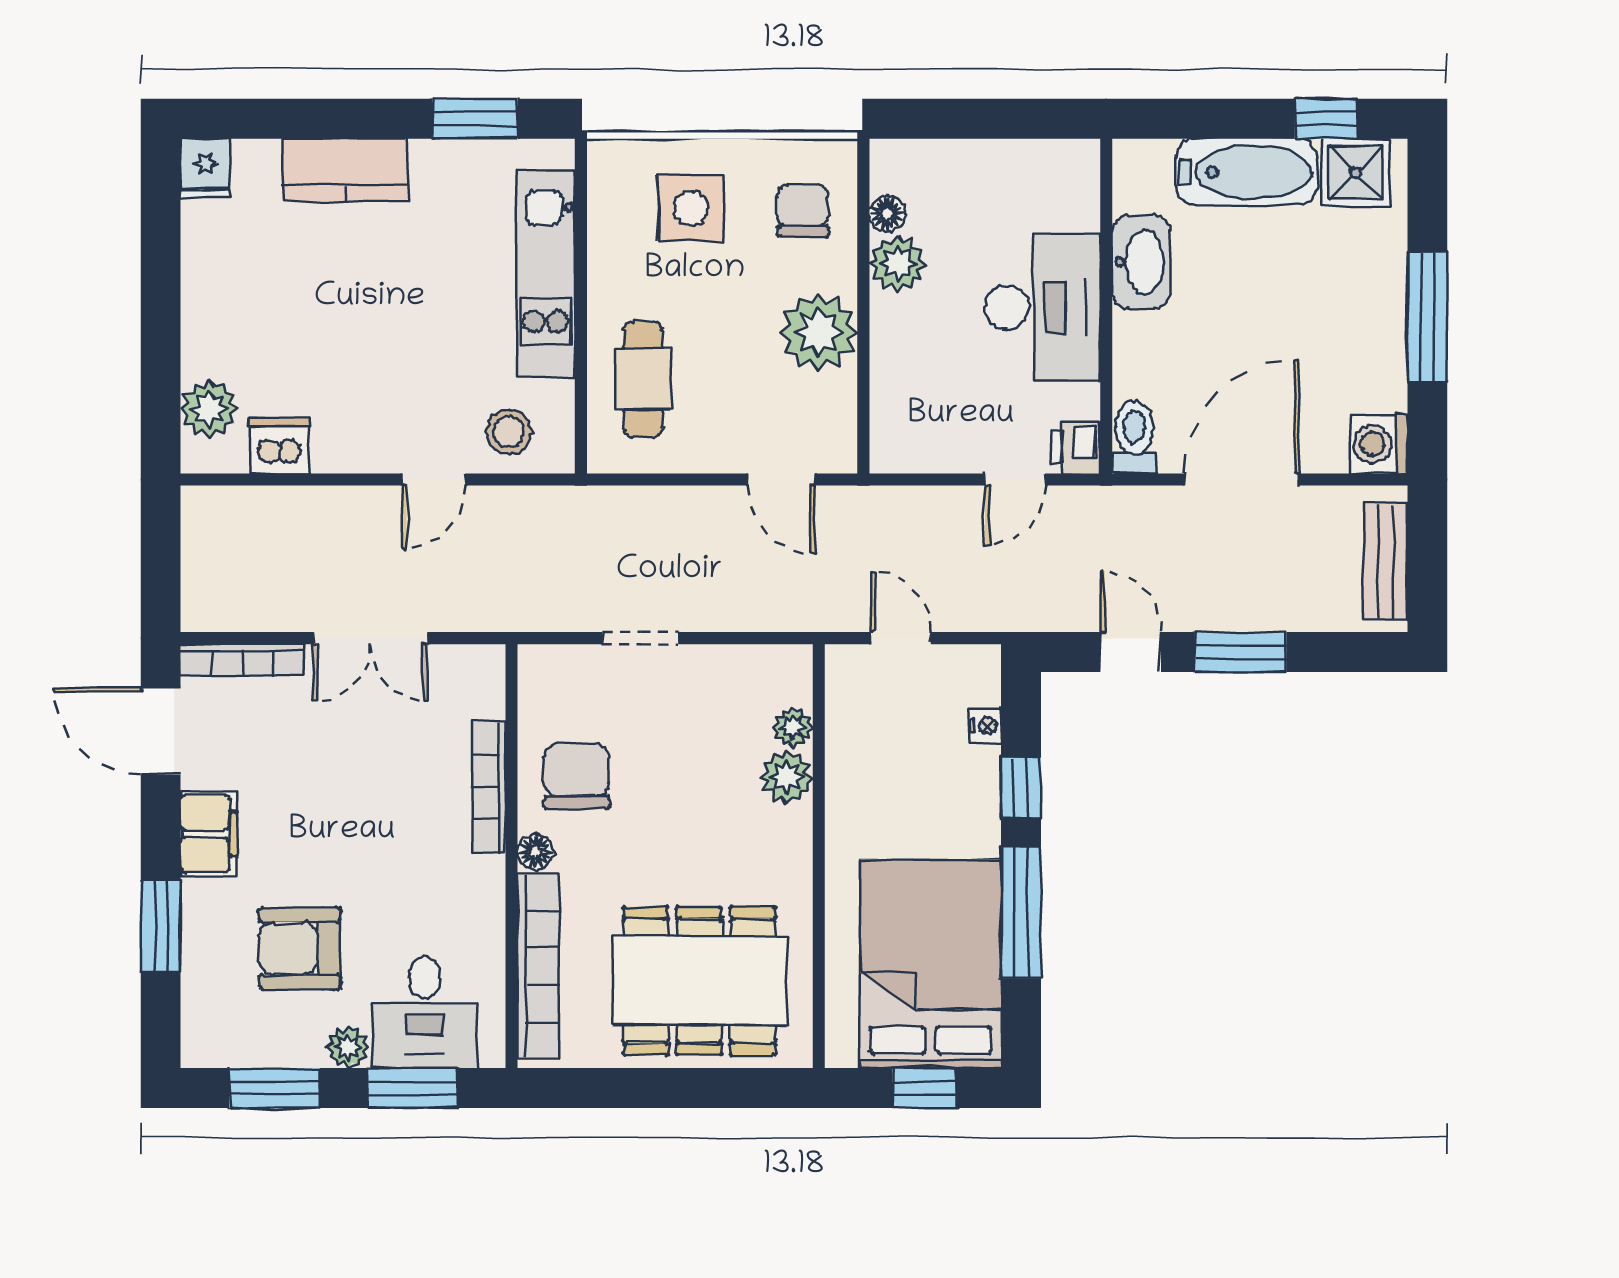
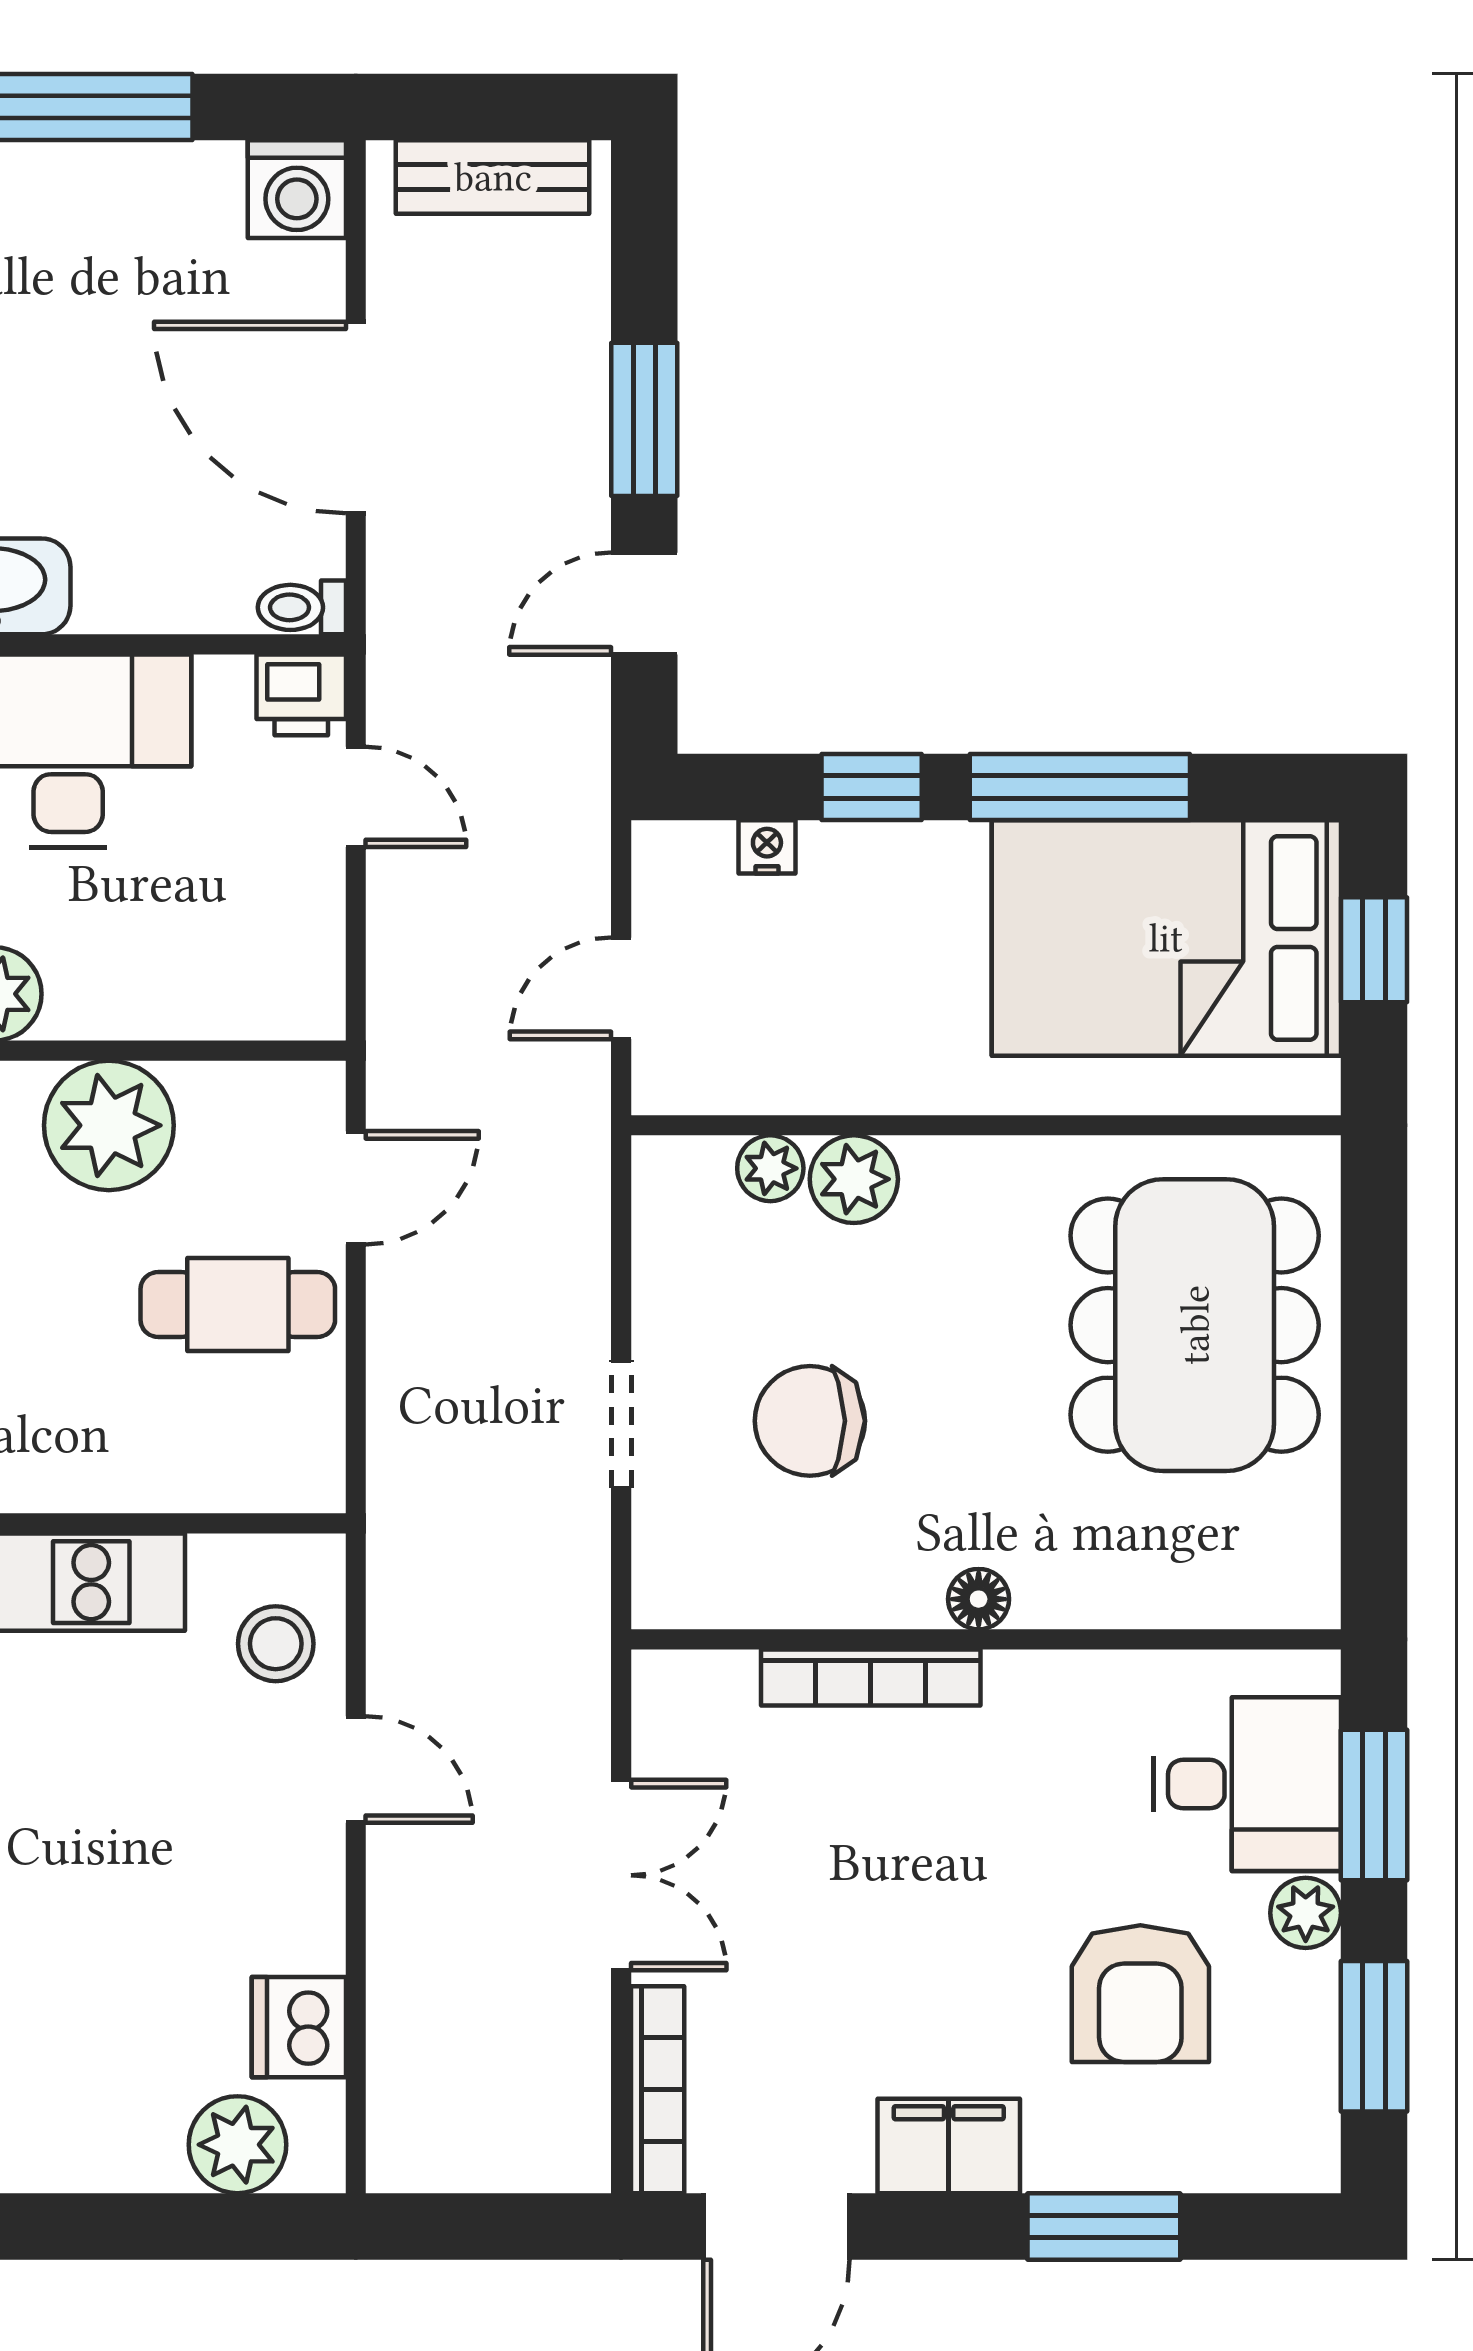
cafe table: (643, 379) -> (238, 1304), moved
toilet: (1134, 437) -> (302, 607), width x0.73, depth x0.72
chair: (576, 776) -> (810, 1421), moved
bookcase: (538, 966) -> (1170, 1594), removed

